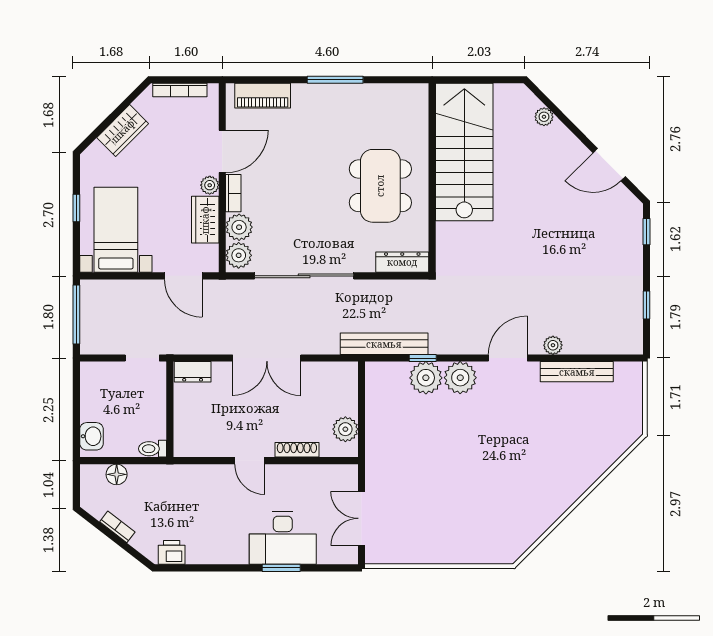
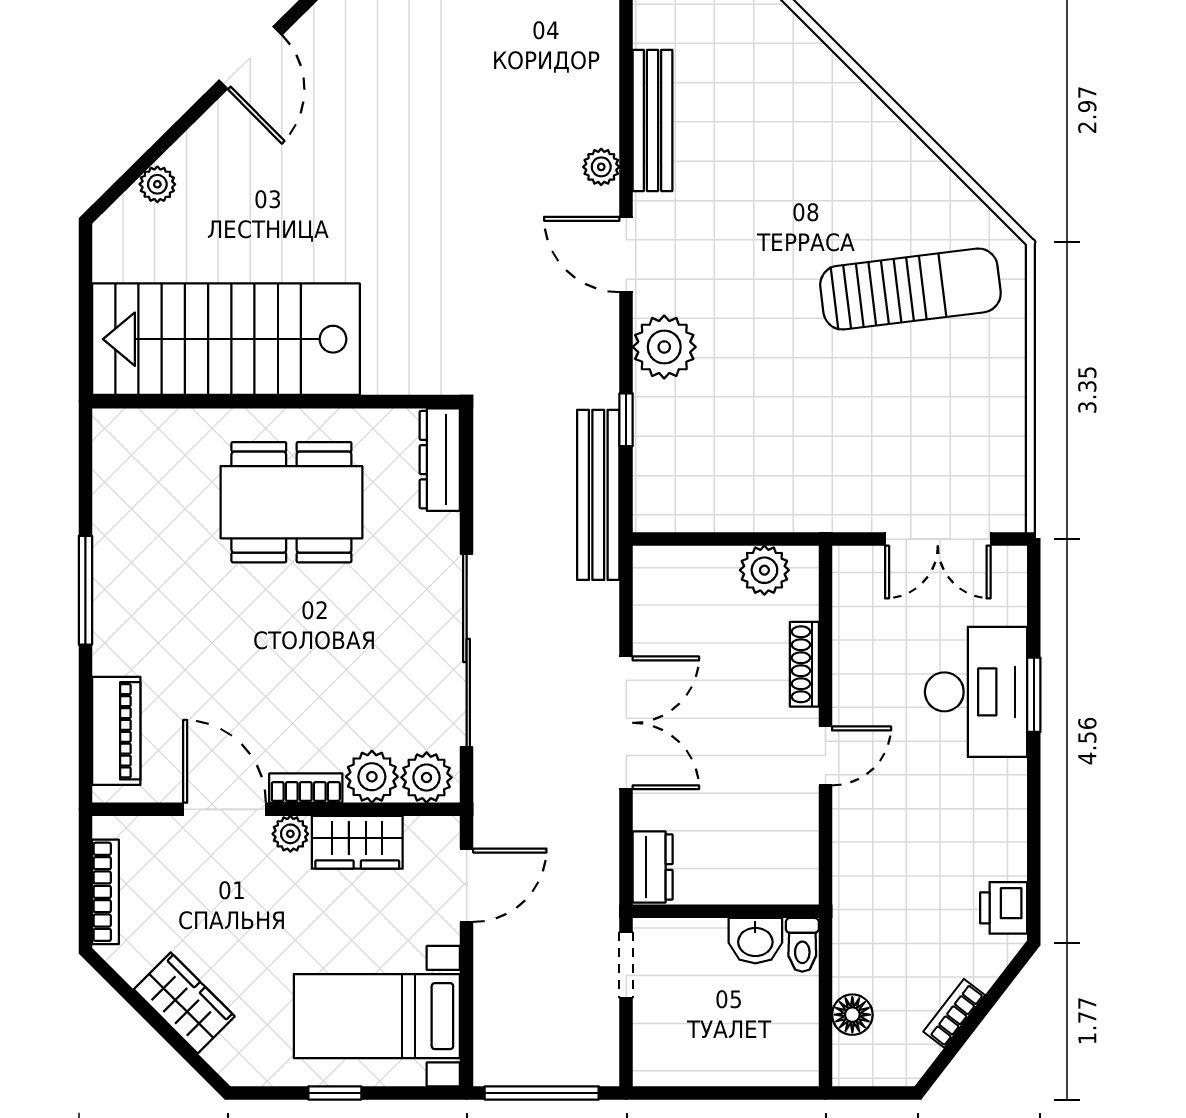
plant: (426, 378) -> (664, 414), removed
washbasin: (91, 436) -> (755, 941), moved, turned 180
sun lounger: (490, 504) -> (910, 289), added

